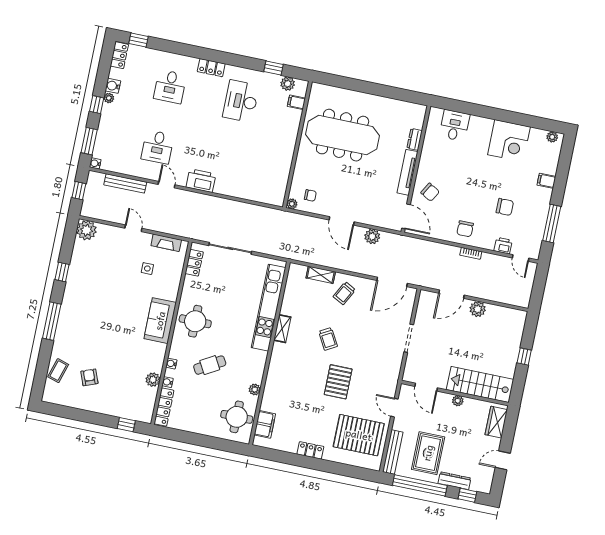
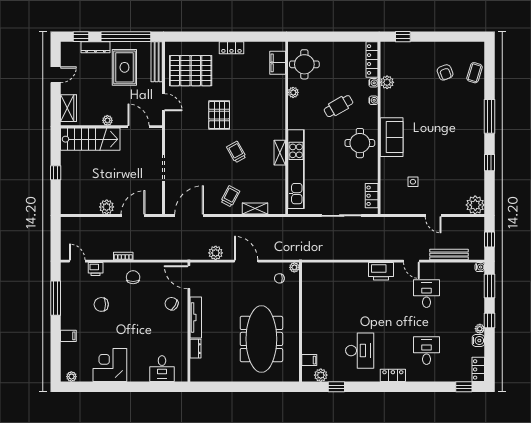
meeting table: (343, 135) -> (261, 339), turned 90
fireplace: (166, 243) -> (401, 209), removed

